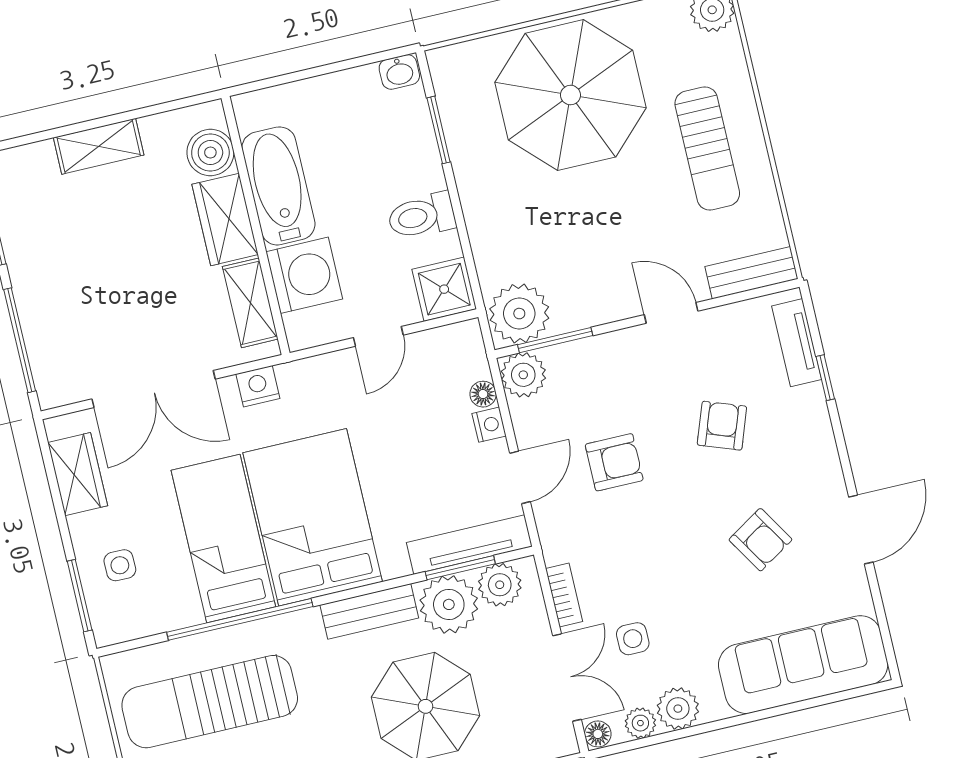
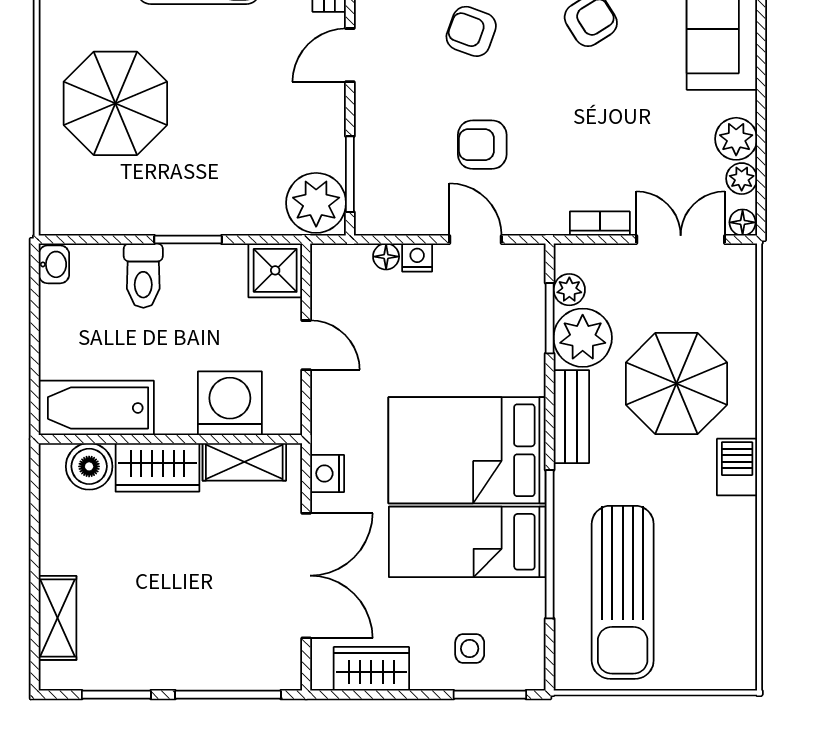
parasol: (570, 95) -> (115, 103), width x0.73, depth x0.73
window: (439, 130) -> (188, 240), moved
shelving: (99, 146) -> (58, 618), moved
bathtub: (278, 186) -> (96, 408), moved
toilet: (422, 216) -> (143, 276), moved
plant: (523, 375) -> (376, 213), removed
armchair: (614, 462) -> (482, 145), turned -90
tv unit: (469, 545) -> (529, 304), removed
plant: (500, 585) -> (569, 290), width x0.73, depth x0.73
side table: (633, 639) -> (658, 167), removed

